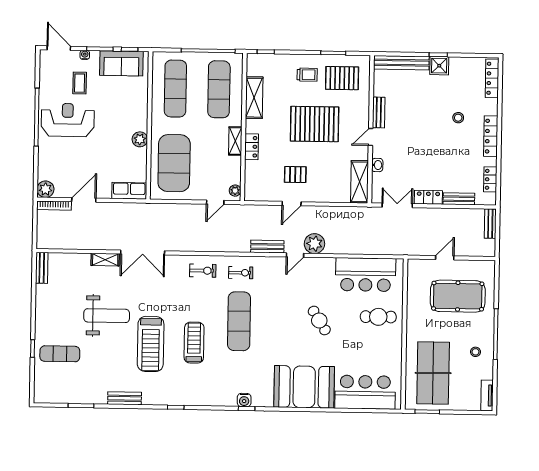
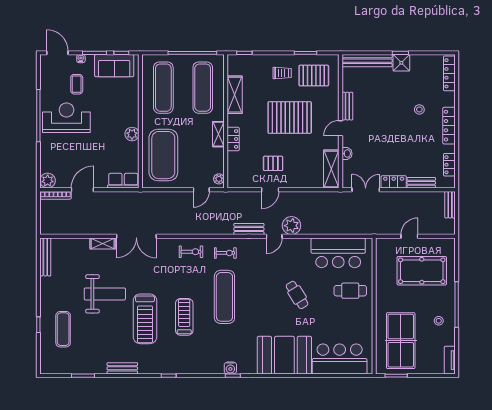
bench: (42, 268) -> (45, 257), width x1.36
exercise mat: (60, 354) -> (63, 329), turned 90

